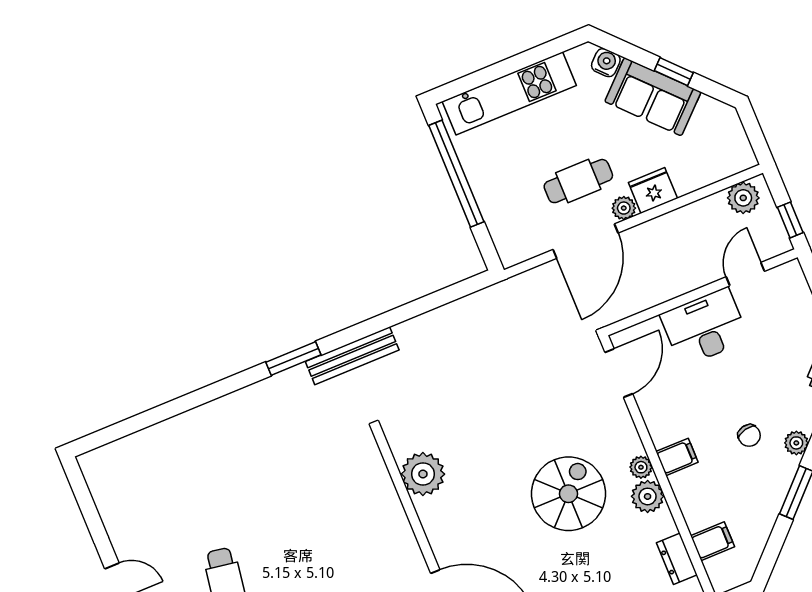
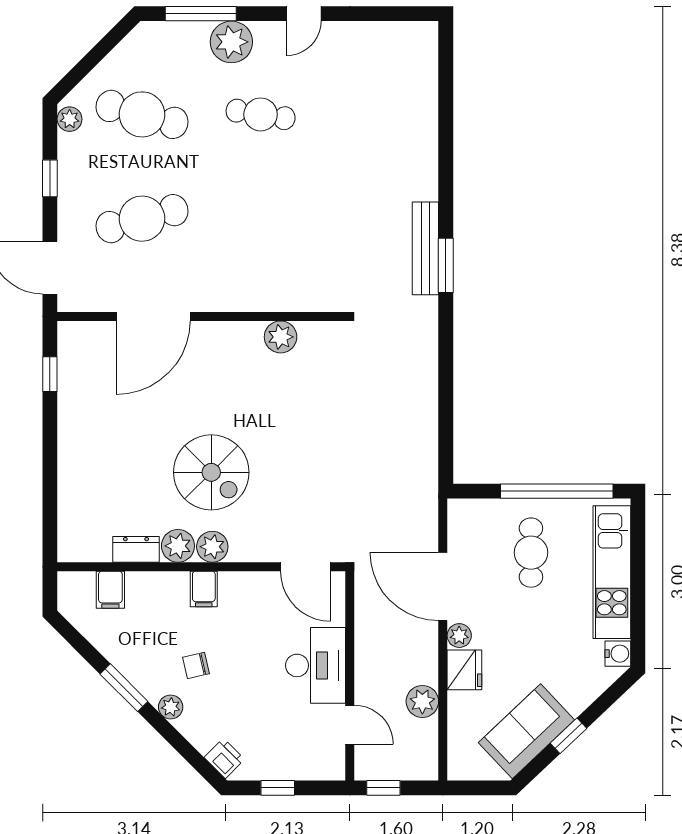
water cooler: (606, 63) -> (618, 654), moved, turned -47
sofa: (653, 97) -> (526, 731), moved
cafe table: (578, 181) -> (531, 553), moved
plant: (743, 198) -> (422, 701), moved
bench: (352, 356) -> (425, 248), moved
plant: (641, 467) -> (212, 547), width x1.38, depth x1.38
plant: (423, 474) -> (281, 337), width x0.73, depth x0.73
dresser: (677, 559) -> (136, 549), moved

